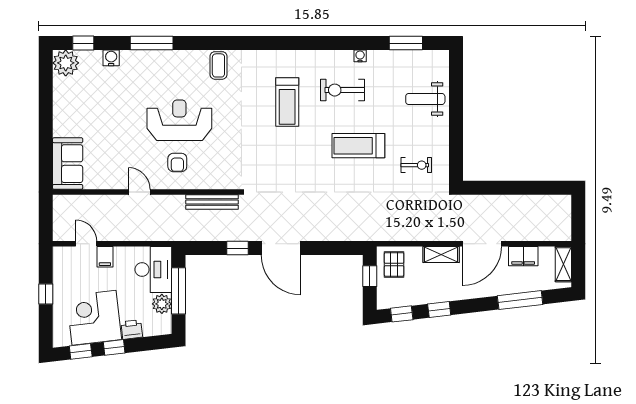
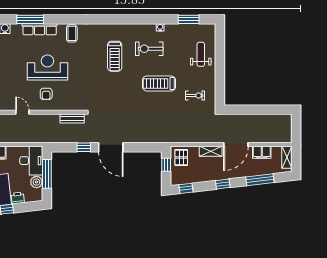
row of seats: (167, 59) -> (40, 29), added
weight bench: (425, 99) -> (201, 54), turned 90
bench: (212, 202) -> (72, 119), width x0.73
window: (439, 310) -> (223, 184), moved

